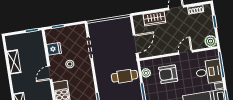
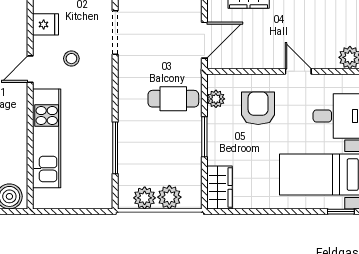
door: (185, 52) -> (298, 71), hinge flipped
armchair: (168, 74) -> (258, 108), turned 90

